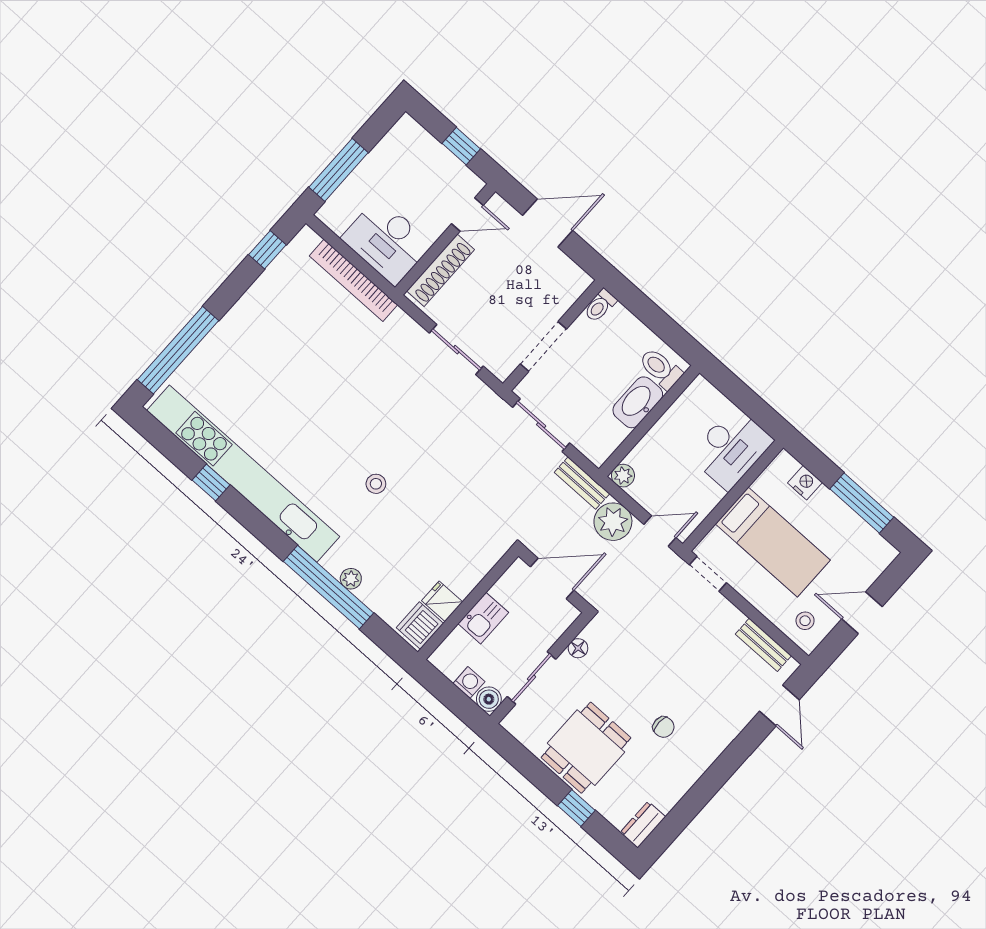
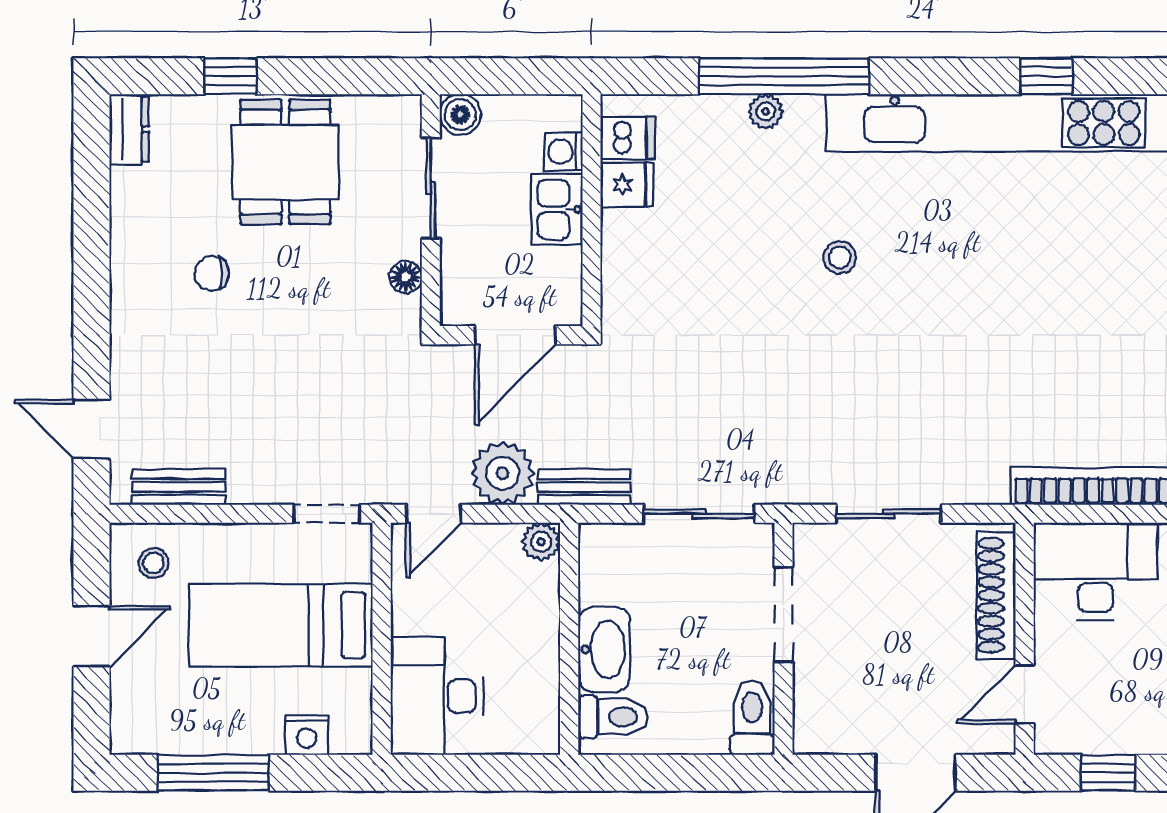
toilet: (600, 306) -> (752, 718), width x1.37, depth x1.39
dishwasher: (420, 626) -> (628, 138), width x0.73
washing machine: (469, 683) -> (564, 151), moved, turned 90

